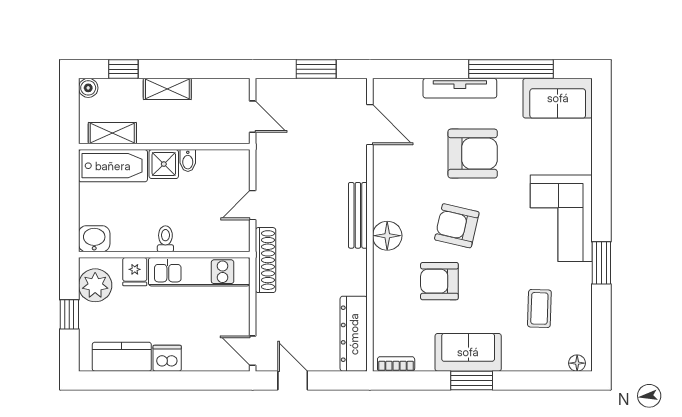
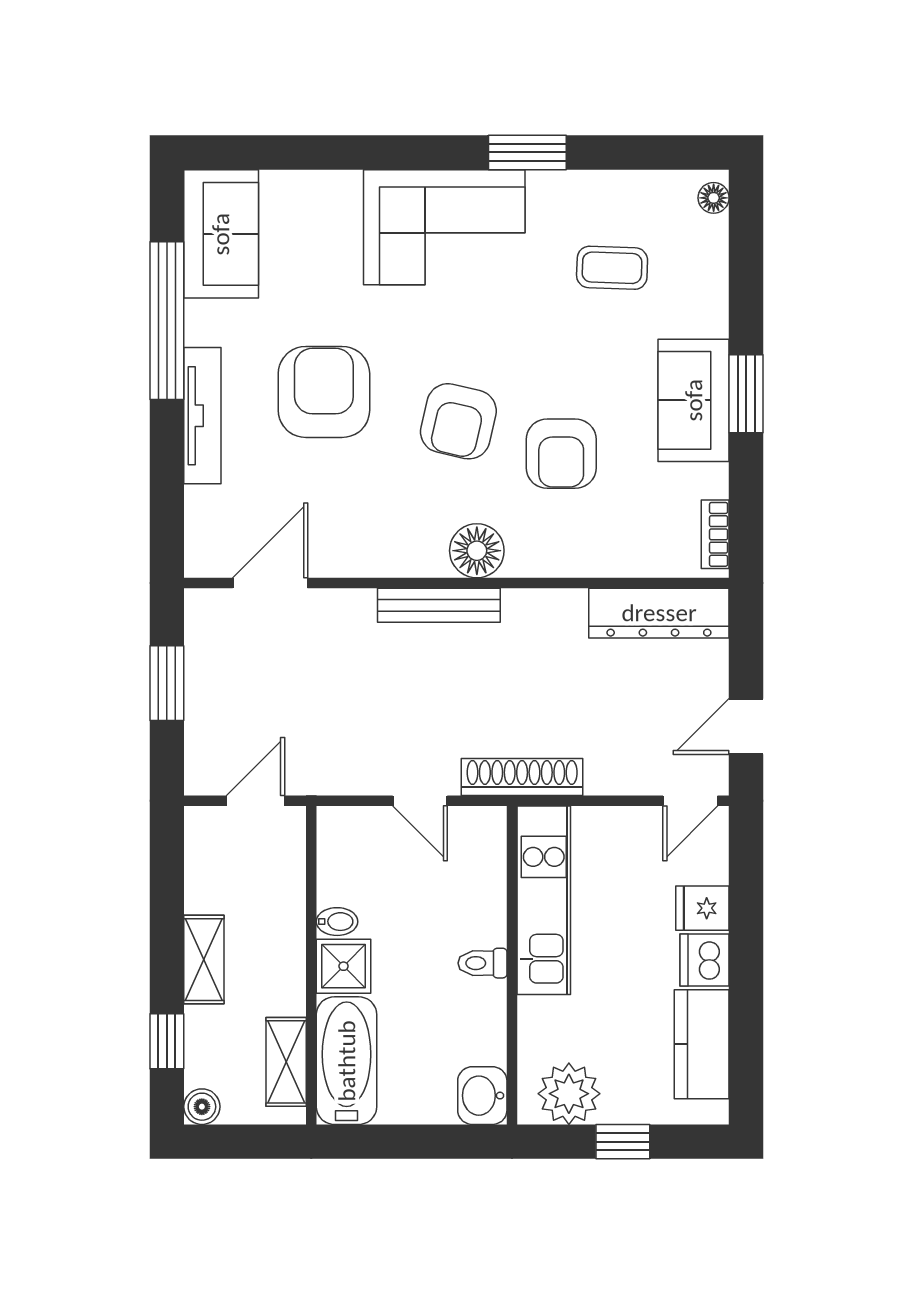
fridge: (135, 272) -> (702, 908), moved, turned 180

